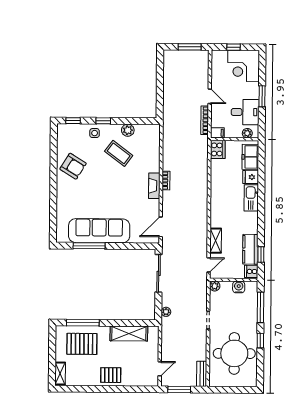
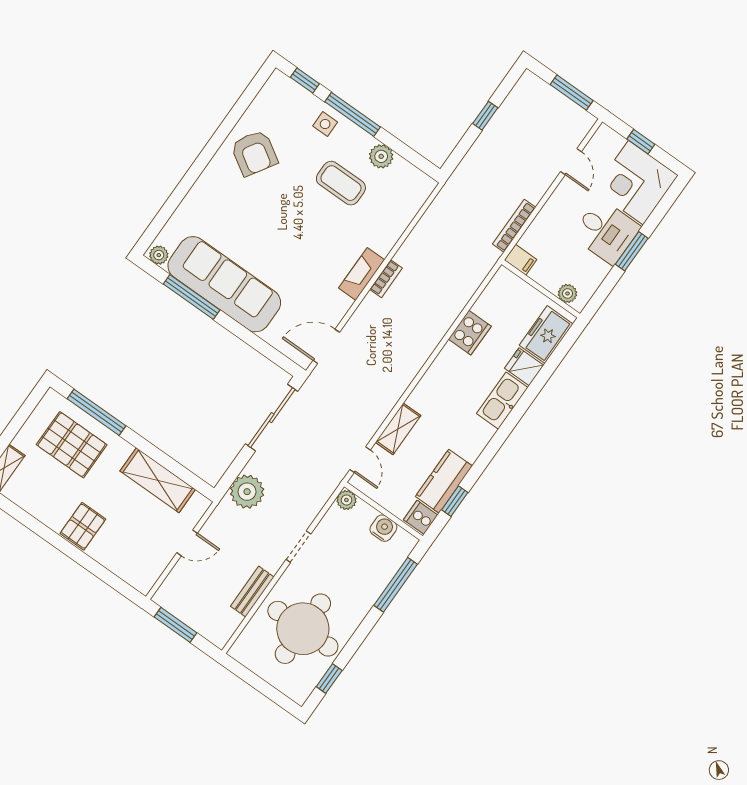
window: (160, 82) -> (485, 116), added
door: (210, 96) -> (571, 162), moved
desk: (245, 112) -> (606, 231), moved
window: (103, 121) -> (353, 114), width x2.17
cooker: (218, 149) -> (470, 333), moved
coffee table: (119, 153) -> (341, 183), turned -37
plant: (63, 238) -> (159, 255), added
door: (209, 265) -> (360, 460), hinge flipped
plant: (166, 312) -> (247, 492), width x1.88, depth x1.88
window: (260, 341) -> (329, 679), moved
door: (160, 369) -> (187, 543), moved
bench: (202, 374) -> (252, 592), moved
pallet: (111, 375) -> (83, 526), turned 90

